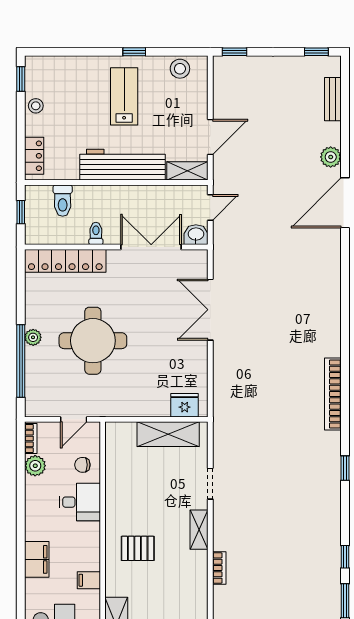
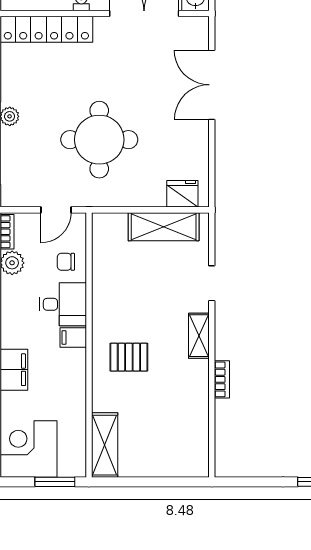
round table: (93, 341) -> (99, 140), moved
filing cabinet: (89, 580) -> (73, 337), moved

